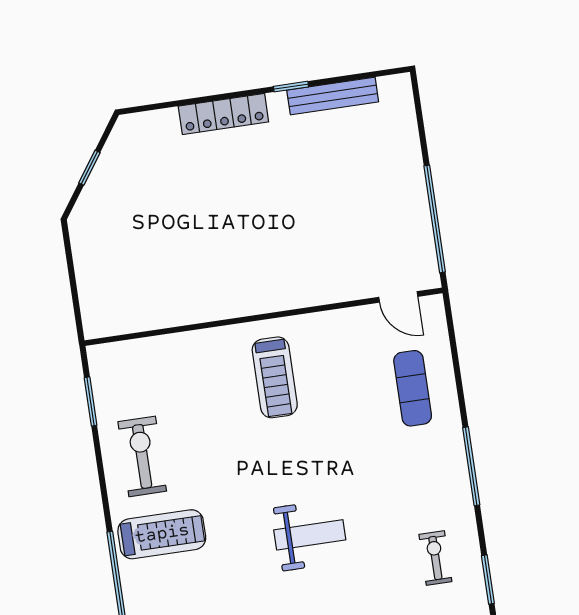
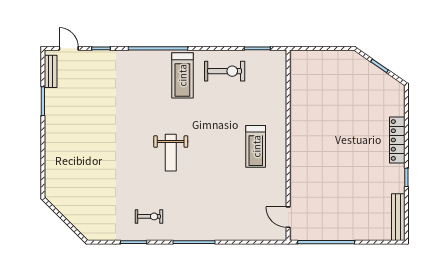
bench: (333, 96) -> (398, 217), moved
door: (398, 297) -> (288, 217), hinge flipped
treadmill: (275, 377) -> (256, 146), turned -90
exercise mat: (413, 388) -> (239, 218), removed

